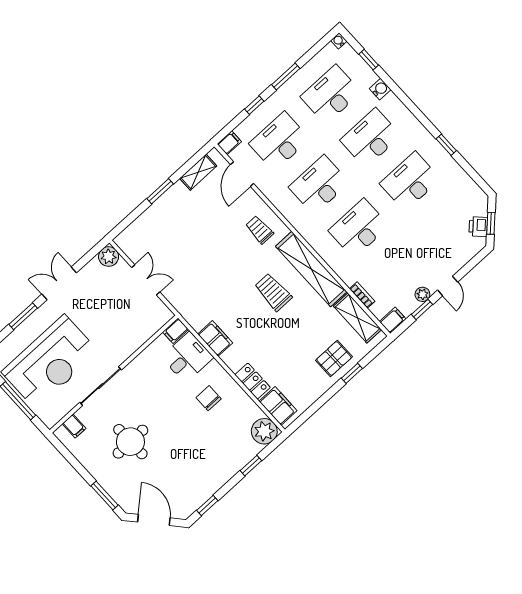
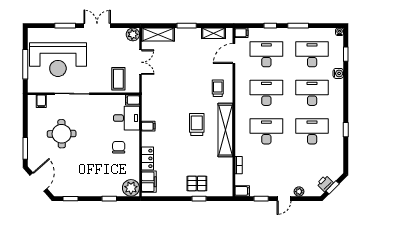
plant: (422, 294) -> (299, 192), moved
shelving: (357, 318) -> (158, 34), moved, turned 90
coffee table: (138, 321) -> (118, 79), added
filing cabinet: (215, 338) -> (148, 126), width x0.50

